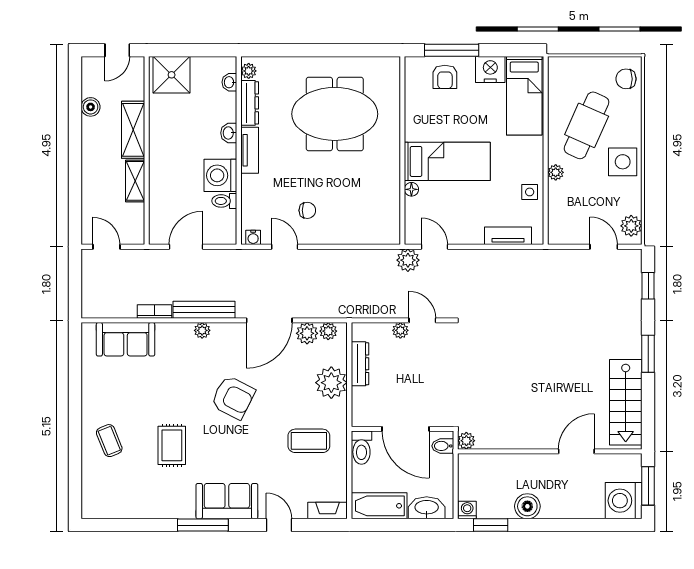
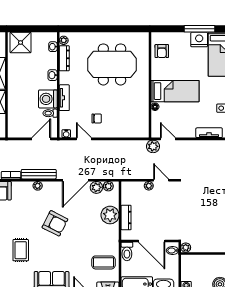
window: (452, 50) -> (199, 29), moved
armchair: (445, 77) -> (162, 51), moved
tv unit: (250, 150) -> (64, 98), moved
door: (186, 247) -> (41, 139), moved
dresser: (360, 364) -> (126, 218), moved
coffee table: (309, 441) -> (103, 262), moved

